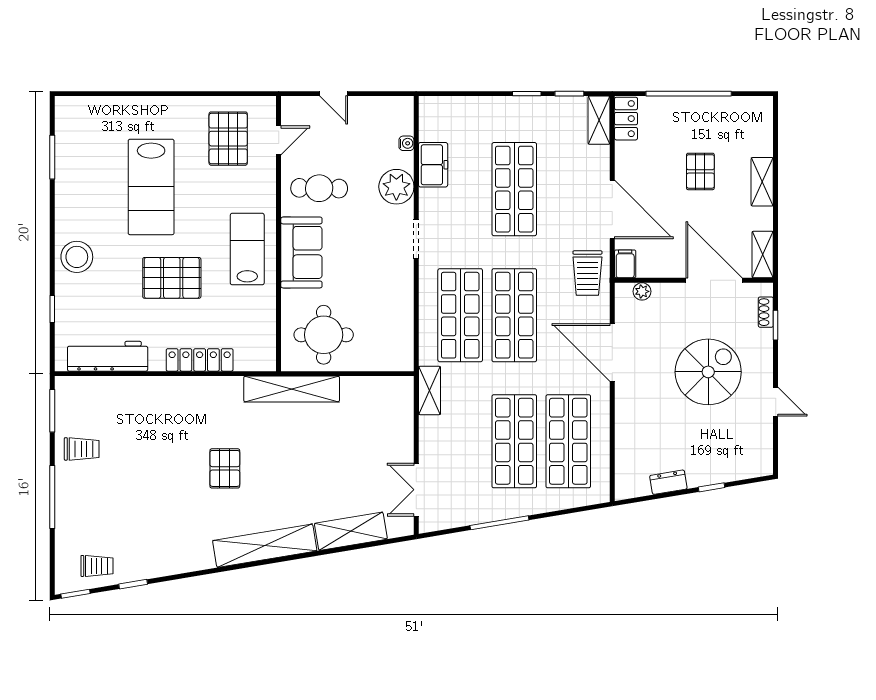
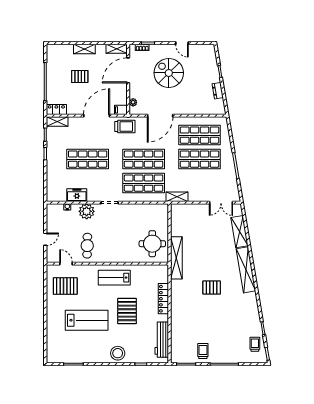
sofa: (301, 252) -> (116, 254), removed
door: (776, 402) -> (182, 43), swing flipped

